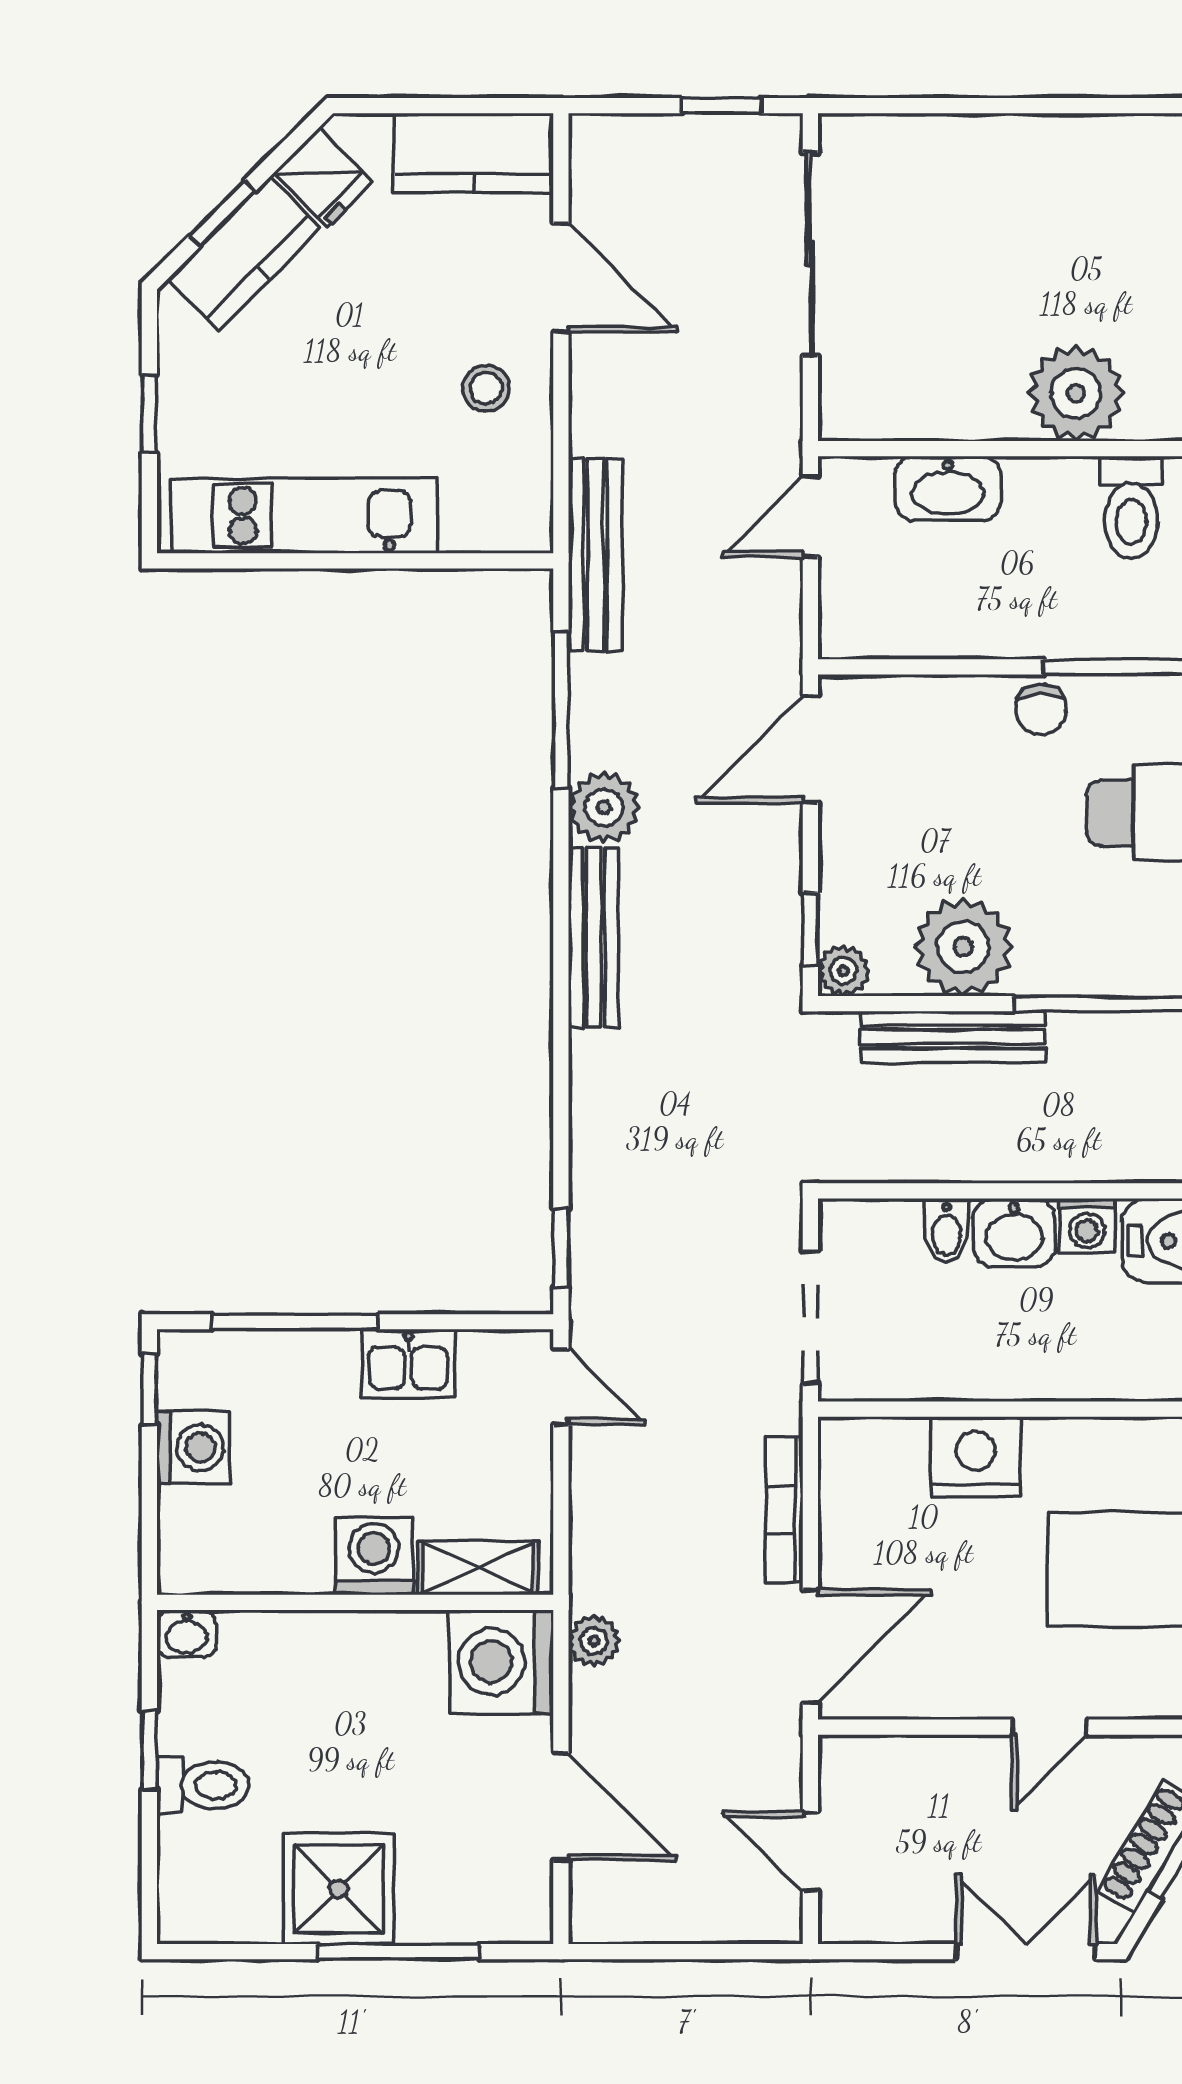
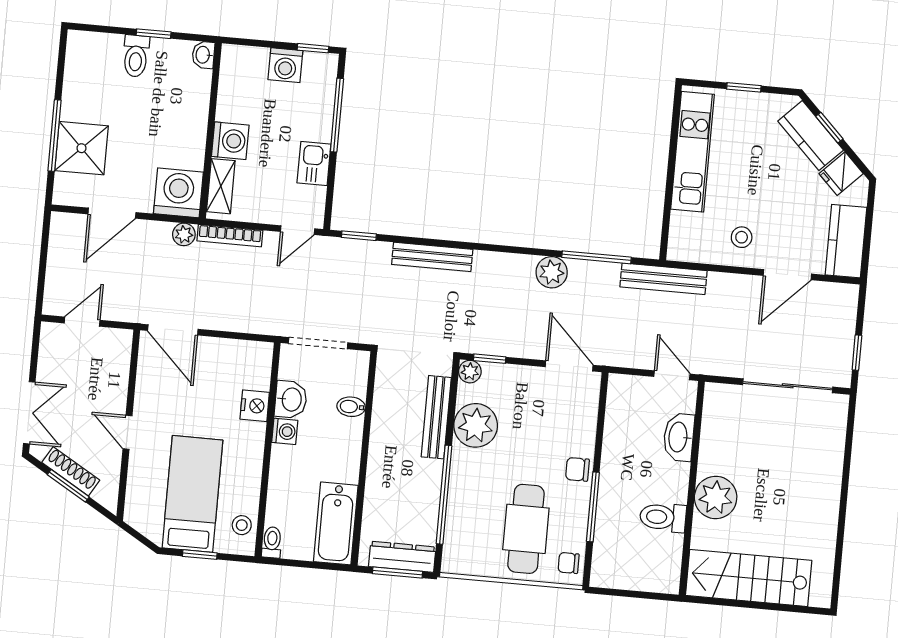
bench: (594, 938) -> (432, 257), moved
washing machine: (1087, 1226) -> (285, 431), moved, turned 180
washbasin: (1014, 1233) -> (291, 399), moved, turned 180
nightstand: (976, 1457) -> (255, 406), width x0.74, depth x0.75
bookcase: (784, 1509) -> (230, 236), moved, turned 180
shower: (339, 1889) -> (81, 148), moved

